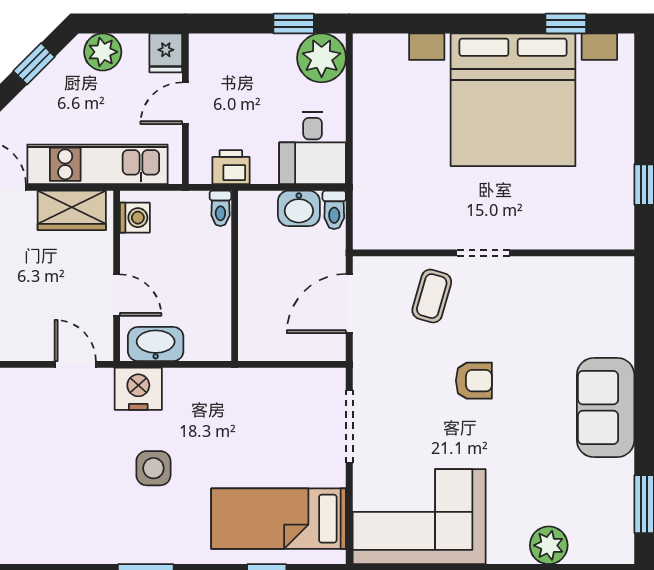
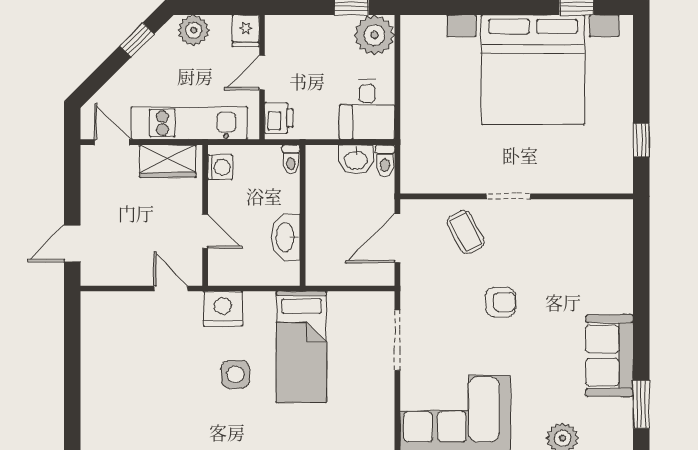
printer: (231, 167) -> (279, 118), moved, turned 90
coffee table: (432, 296) -> (466, 232), turned -44
washbasin: (156, 344) -> (286, 237), moved, turned -90
sofa: (606, 408) -> (609, 356), moved
bed: (279, 519) -> (302, 347), moved, turned -90

